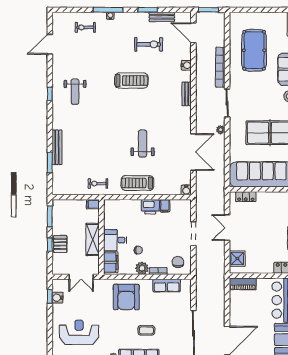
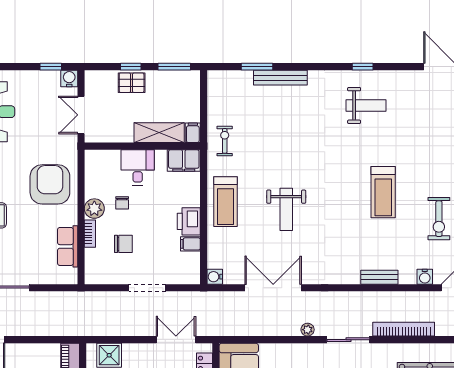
water cooler: (186, 65) -> (425, 277), moved
weight bench: (75, 92) -> (366, 105), turned 180
bench: (187, 94) -> (379, 277), moved
weight bench: (143, 144) -> (286, 209), turned 90
double door: (193, 152) -> (273, 288), swing flipped
treadmill: (137, 183) -> (225, 202), turned 180
double door: (227, 228) -> (176, 340), moved
shelving: (93, 239) -> (159, 133), moved
filing cabinet: (111, 262) -> (184, 161), moved
chair: (178, 262) -> (123, 244), moved
armchair: (126, 297) -> (50, 184), turned 90
water cooler: (57, 298) -> (69, 78), moved

